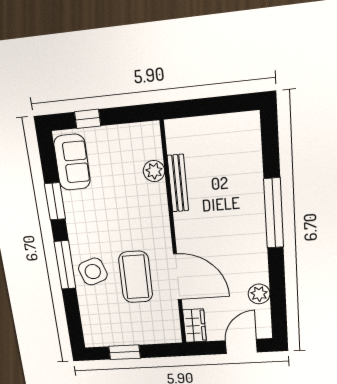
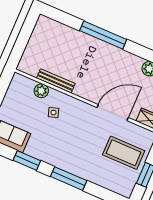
side table: (93, 272) -> (54, 113), moved, width x0.54, depth x0.54
coffee table: (136, 277) -> (124, 153), moved

